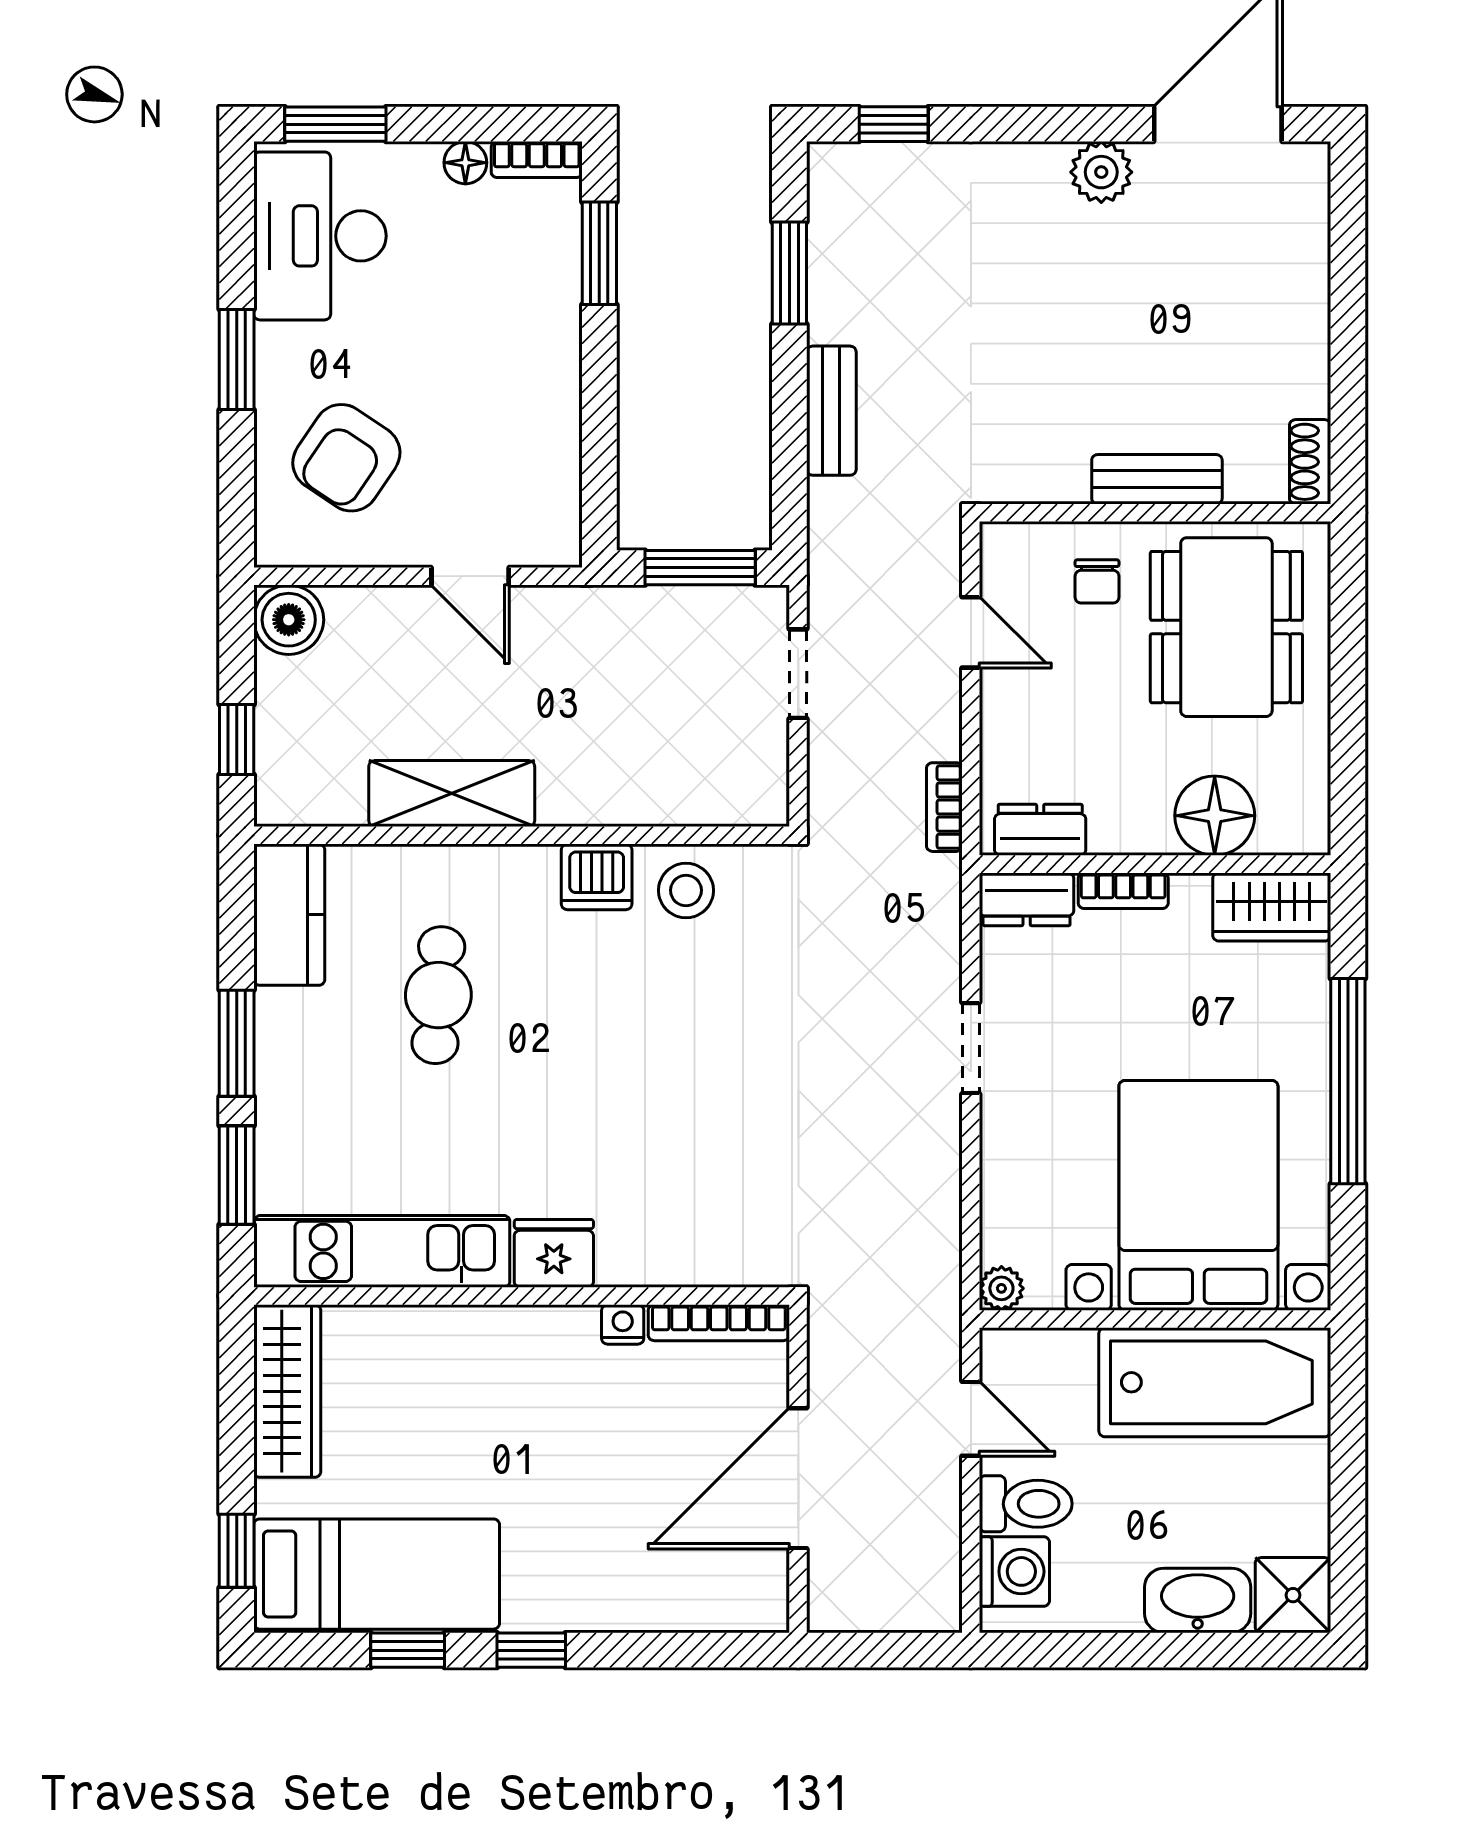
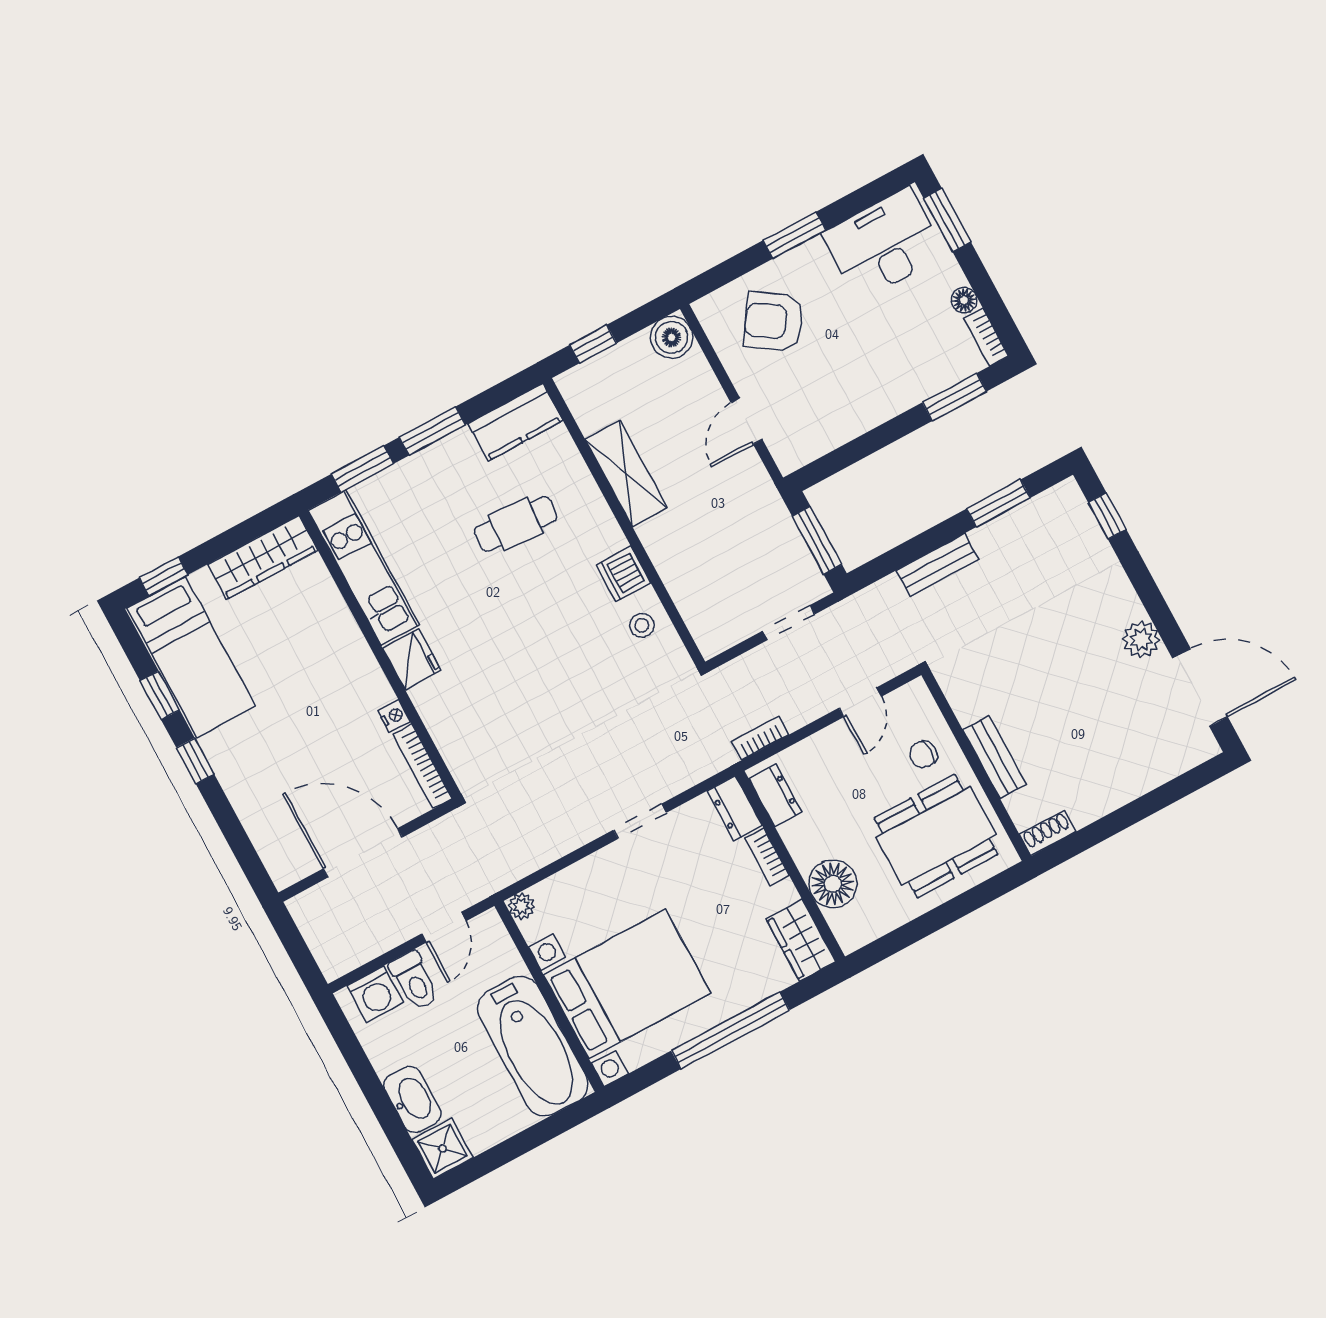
stool: (686, 890) -> (642, 625), width x0.73, depth x0.73

